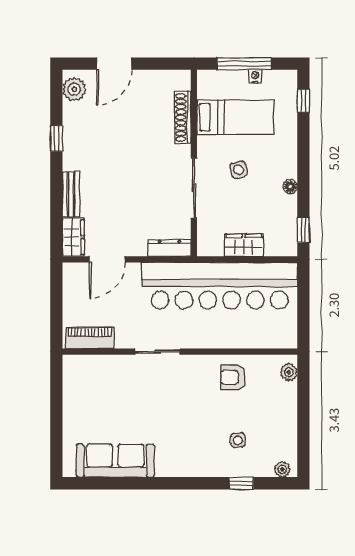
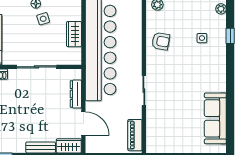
side table: (238, 170) -> (43, 19), moved
dresser: (169, 248) -> (76, 94), moved
armchair: (233, 377) -> (161, 41), turned -79

